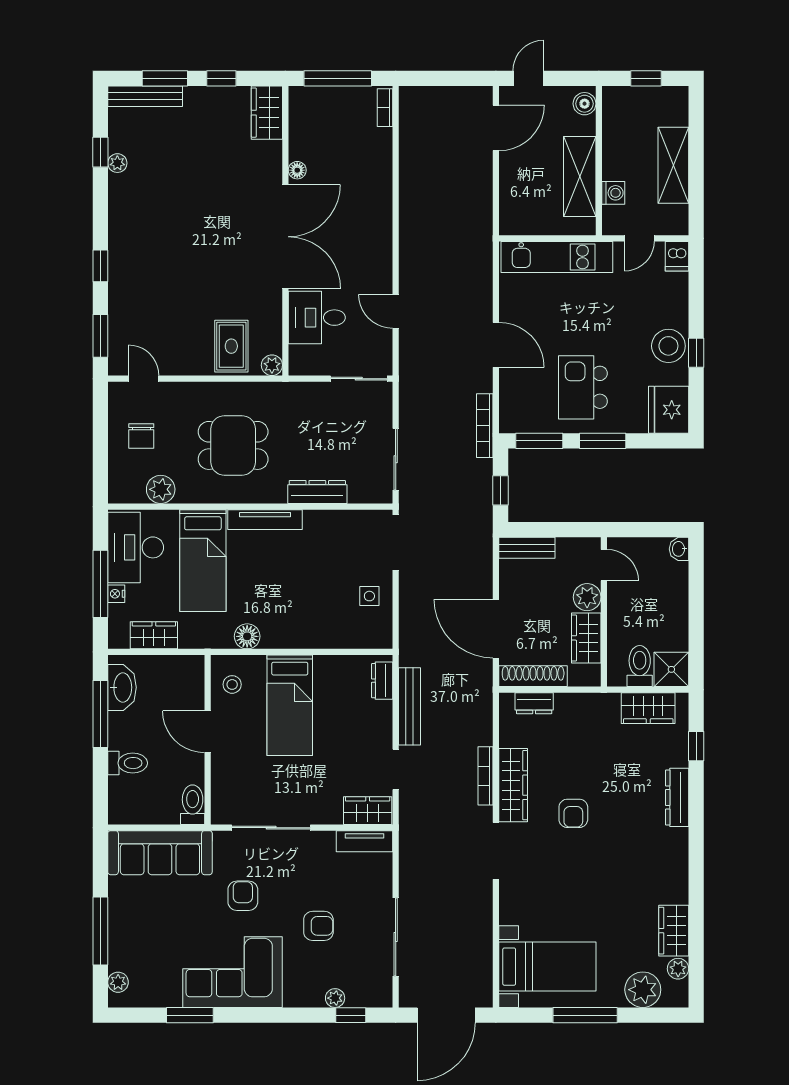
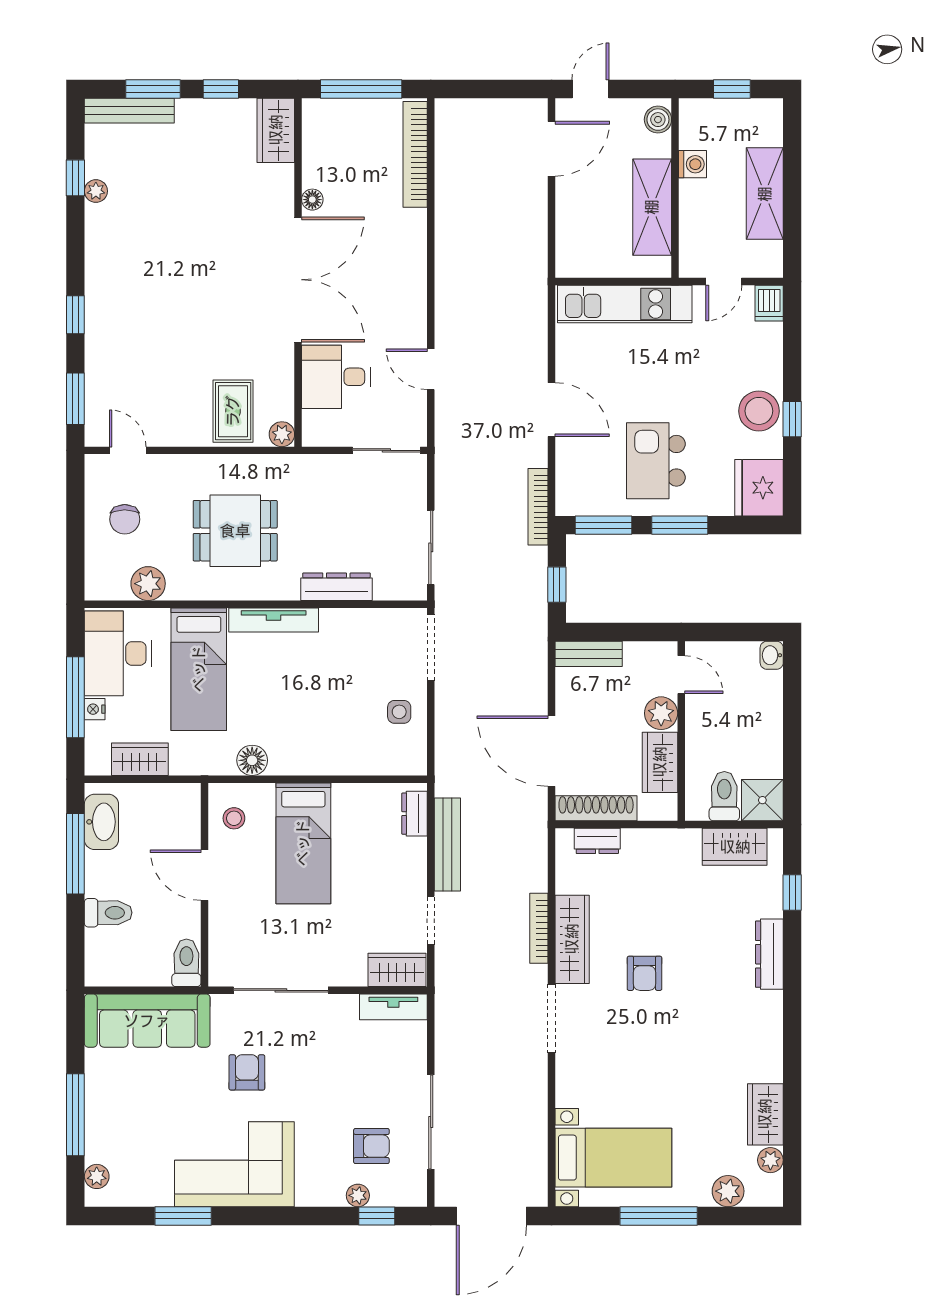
bookcase: (385, 108) -> (415, 154), width x2.31, depth x1.31
washing machine: (613, 193) -> (693, 164), moved
armchair: (318, 926) -> (371, 1146), moved
plant: (643, 990) -> (728, 1191), width x0.73, depth x0.73

